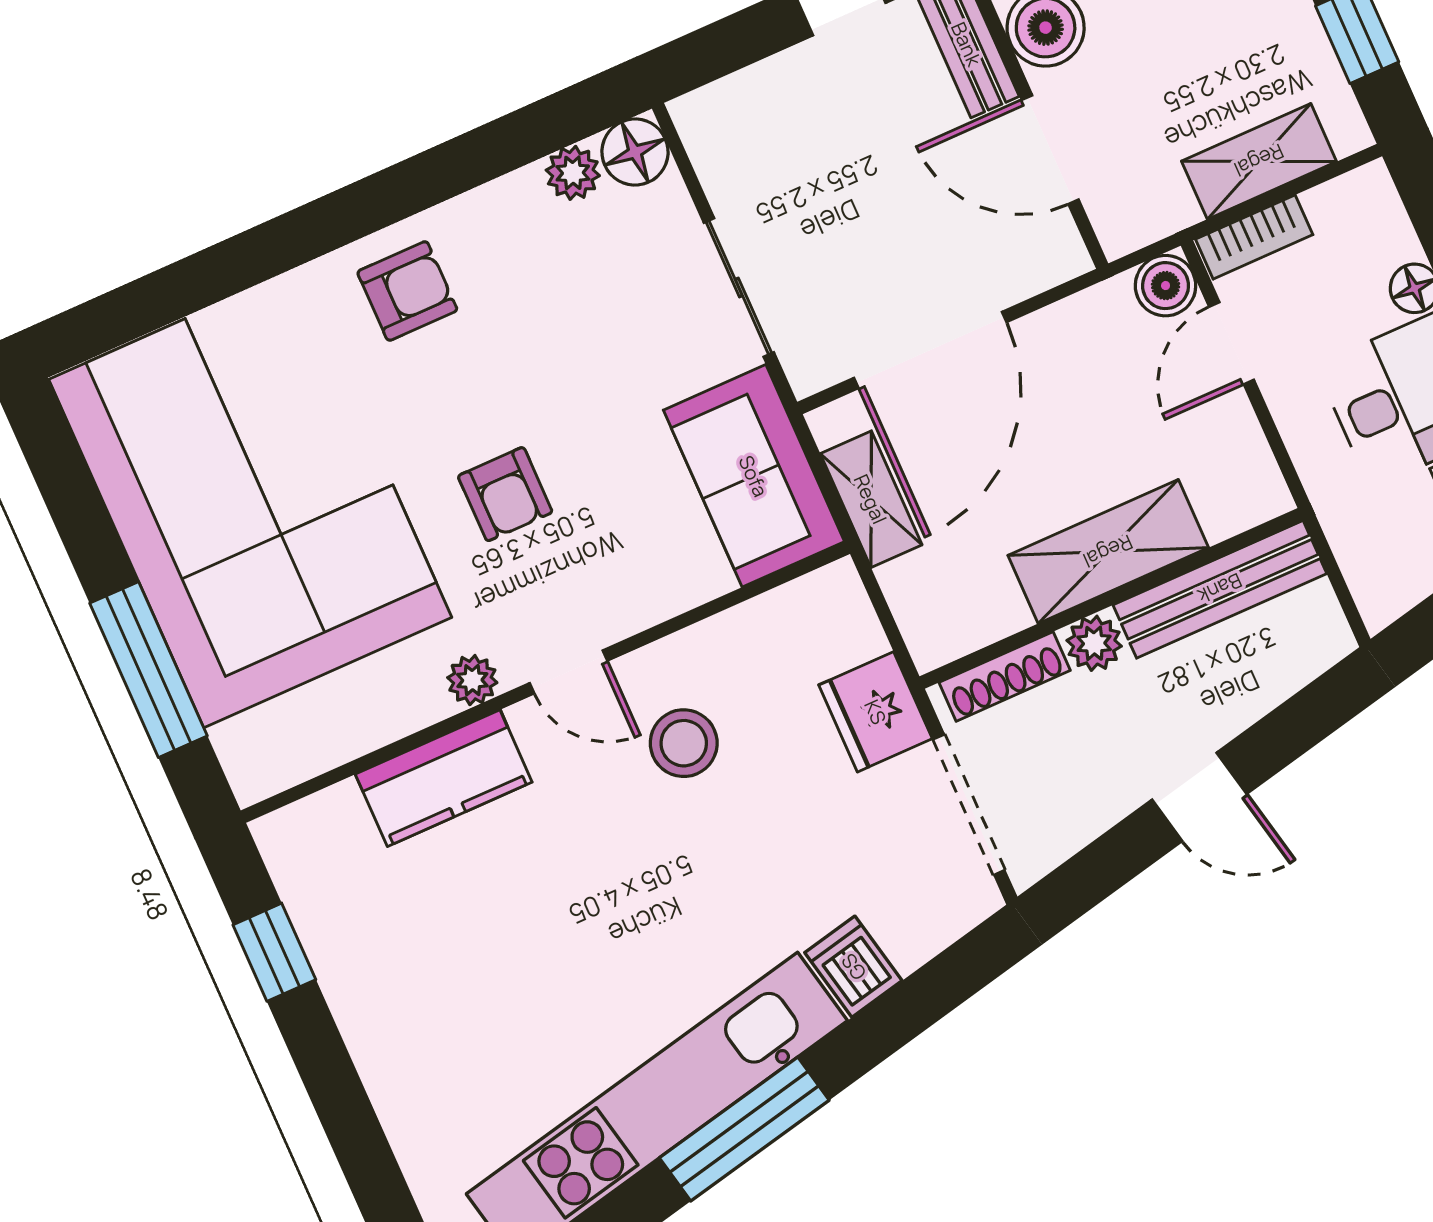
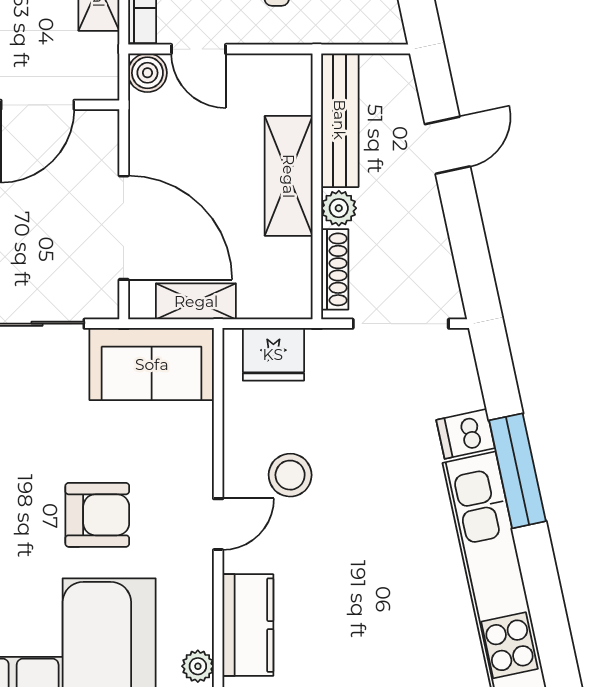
armchair: (505, 494) -> (97, 515), width x1.38, depth x1.38
plant: (472, 680) -> (198, 666), moved
fridge: (876, 712) -> (273, 354), moved
door: (1199, 797) -> (448, 145), moved
window: (744, 1129) -> (517, 471), moved

